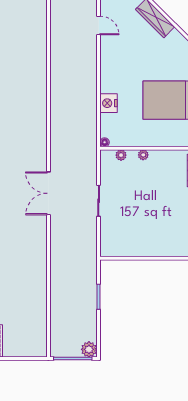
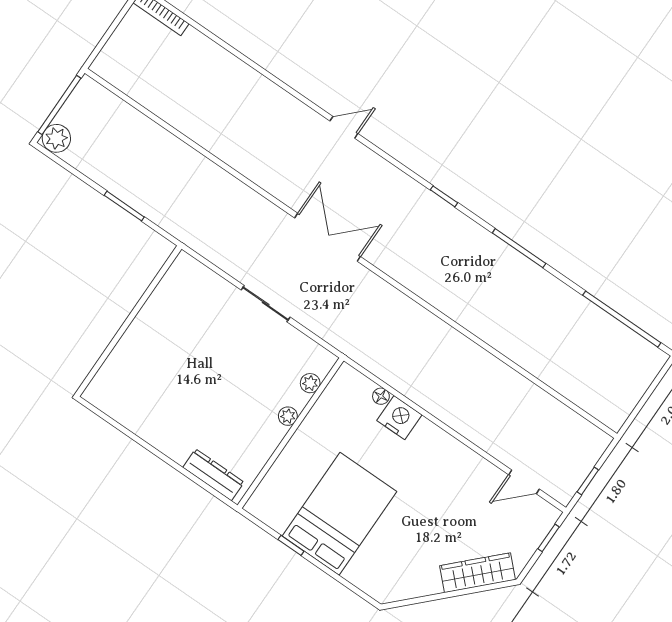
floor lamp: (105, 142) -> (381, 396), moved

